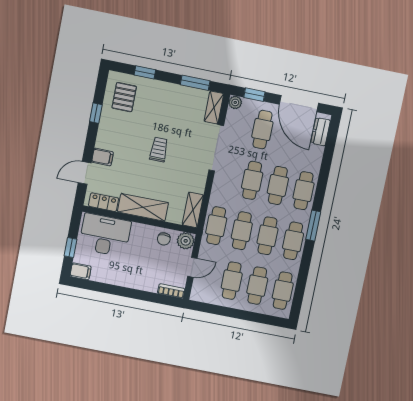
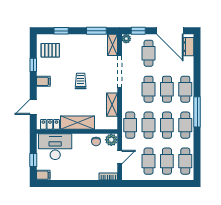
pallet: (124, 97) -> (50, 50), turned 90
filing cabinet: (102, 157) -> (43, 81), moved
shelving: (193, 210) -> (112, 105), moved
window: (313, 226) -> (197, 112), width x1.44

